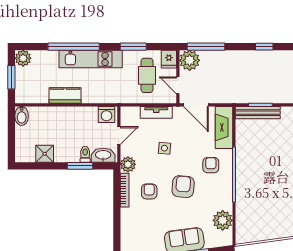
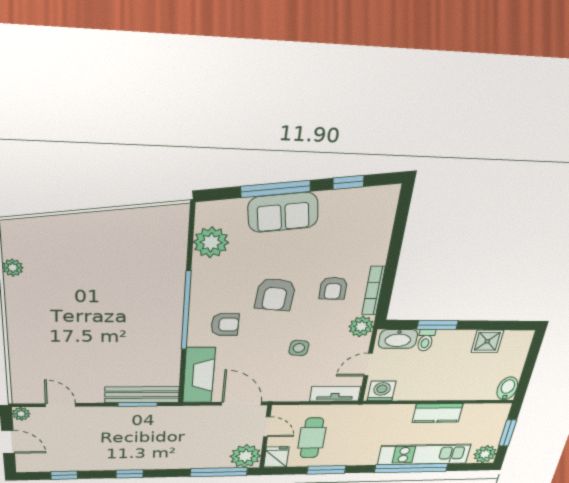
kitchen unit: (91, 59) -> (424, 454), moved
tv unit: (156, 112) -> (335, 394), moved
armchair: (211, 165) -> (225, 324), turned -90

